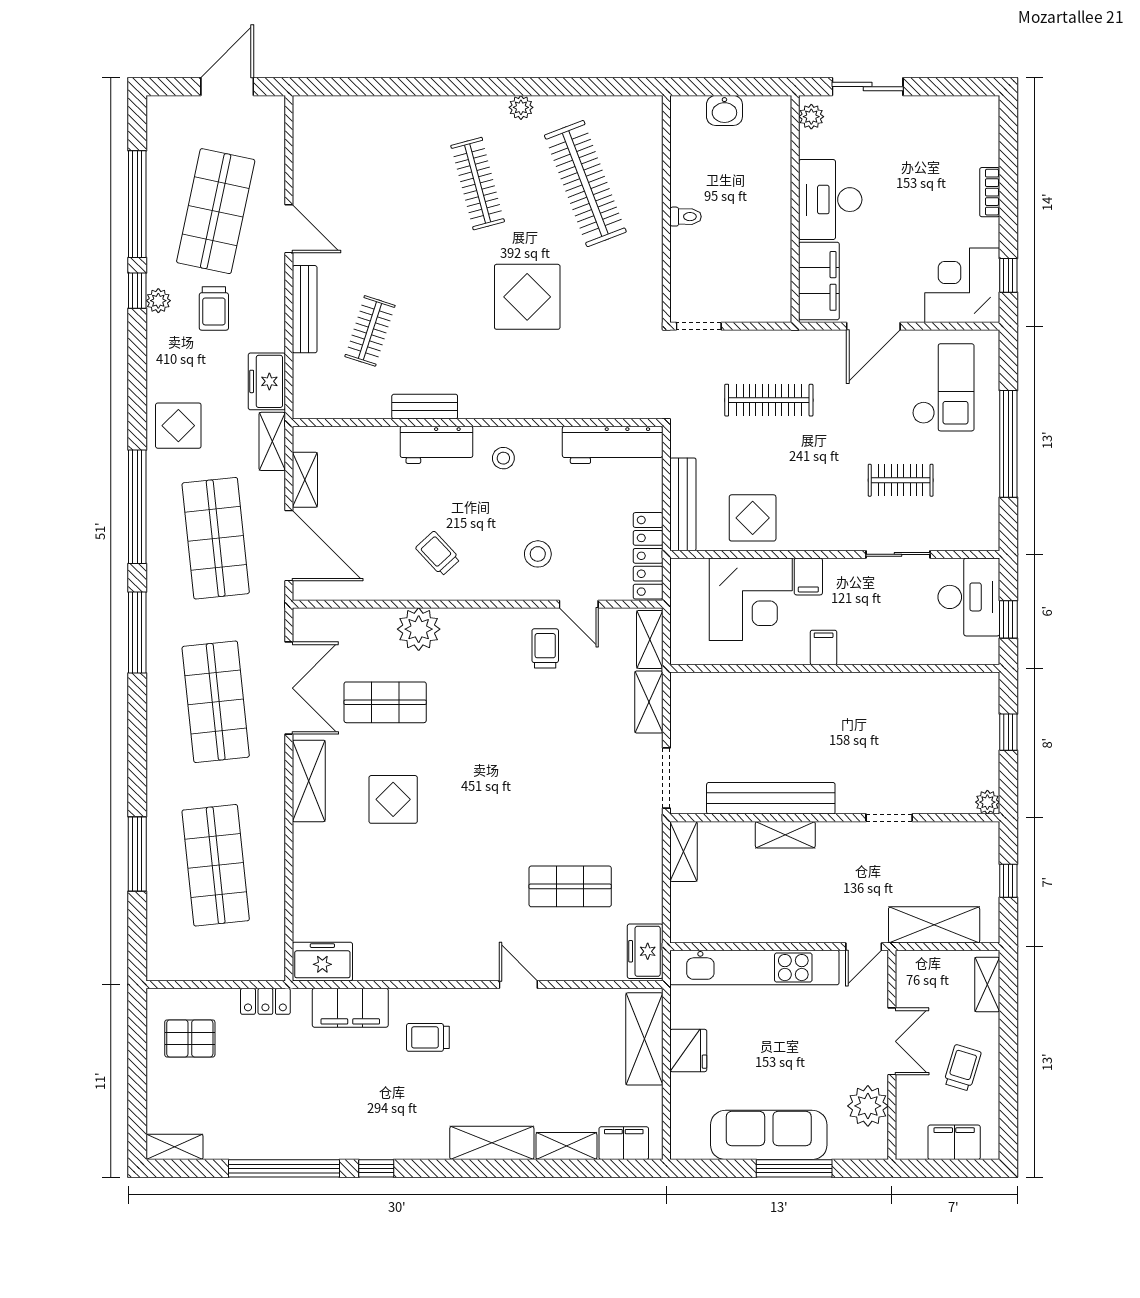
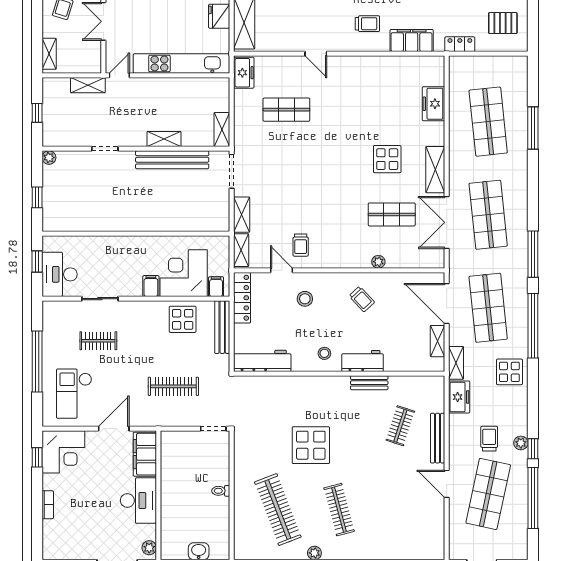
plant: (419, 629) -> (378, 262), width x0.53, depth x0.53
filing cabinet: (824, 647) -> (216, 287), moved, turned 180
shelving: (934, 925) -> (88, 85), width x0.67, depth x0.75
freezer: (322, 962) -> (433, 104), moved, turned 90

